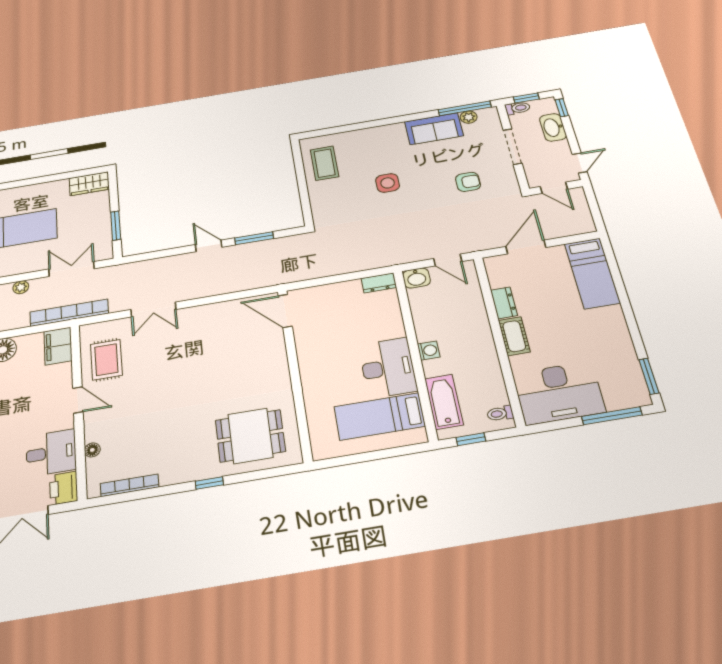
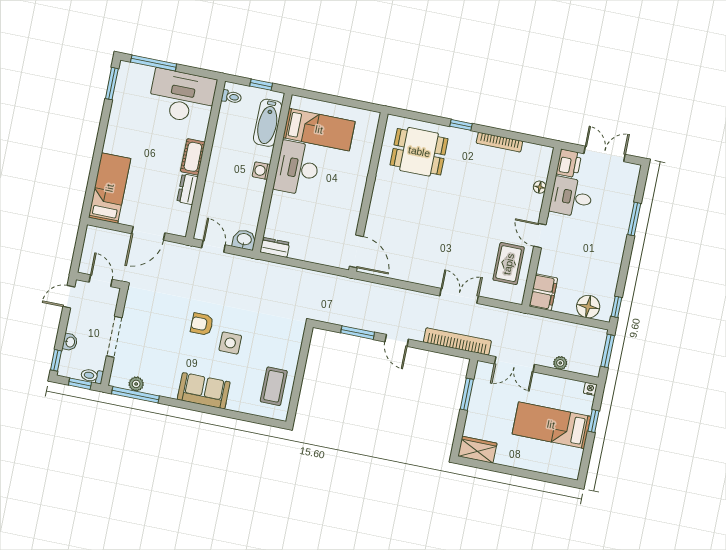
washbasin: (553, 127) -> (70, 342), width x0.52, depth x0.69
sofa: (434, 129) -> (204, 391), moved
armchair: (468, 182) -> (202, 324), moved
bookcase: (69, 313) -> (457, 341), moved, turned 180
bookcase: (129, 485) -> (499, 142), moved

